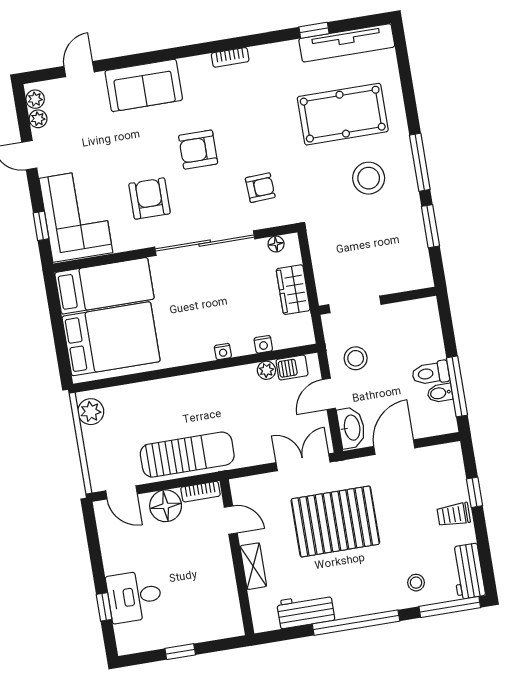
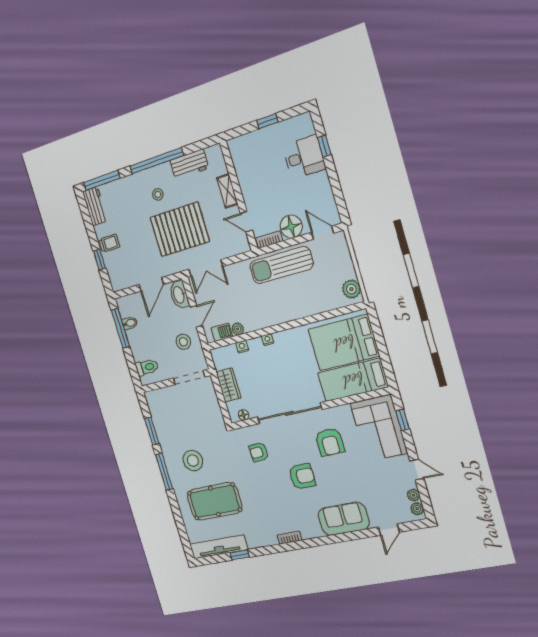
toilet: (431, 373) -> (147, 367), moved
stool: (416, 583) -> (158, 194), moved

